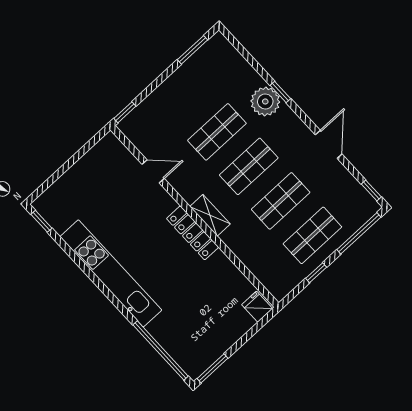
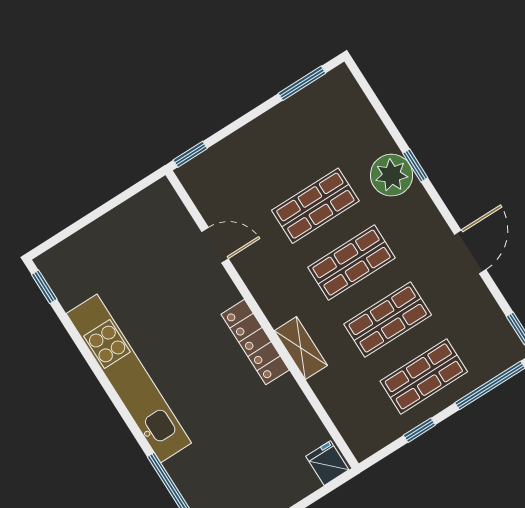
shelving: (210, 215) -> (301, 348), moved

